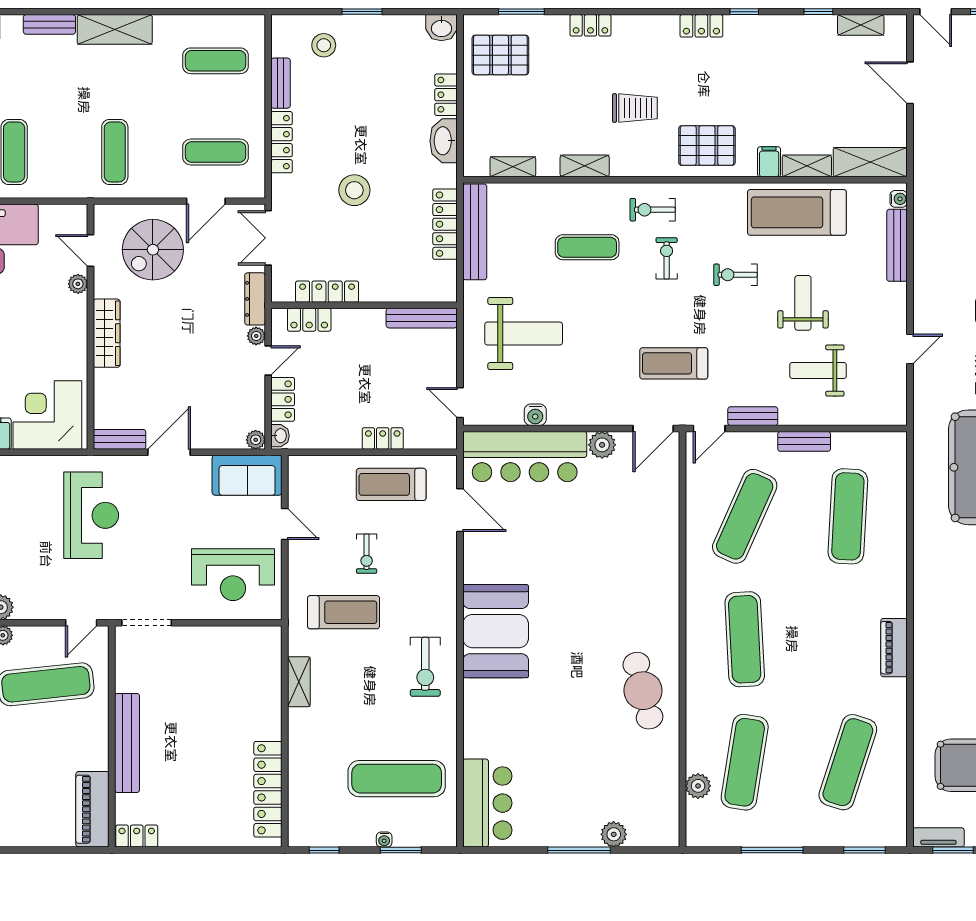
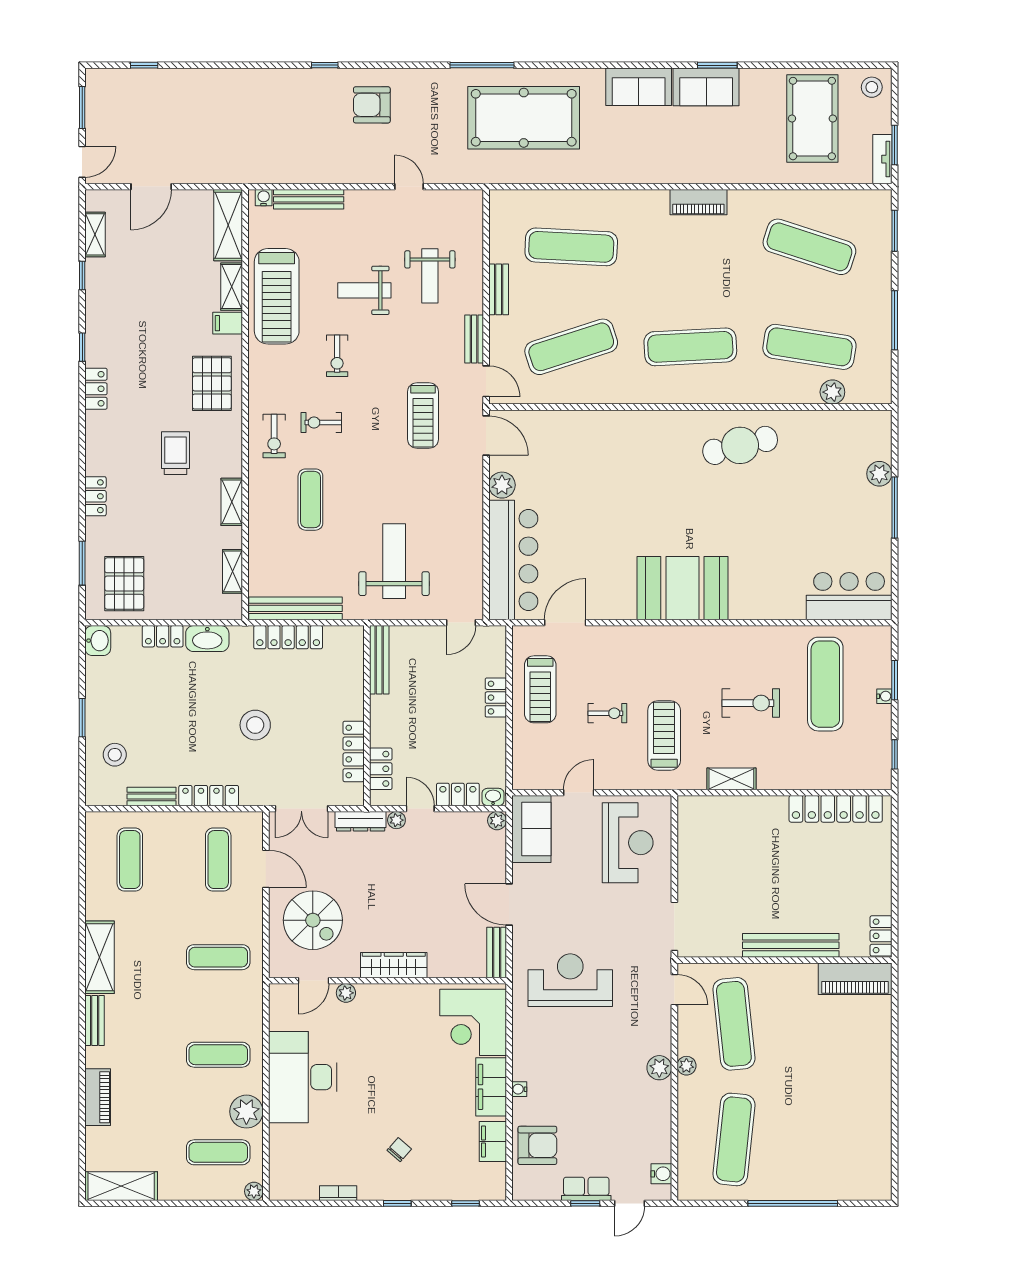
water cooler: (535, 415) -> (473, 550), removed
exercise mat: (745, 516) -> (571, 347), turned -42
exercise bike: (425, 667) -> (751, 703), moved

